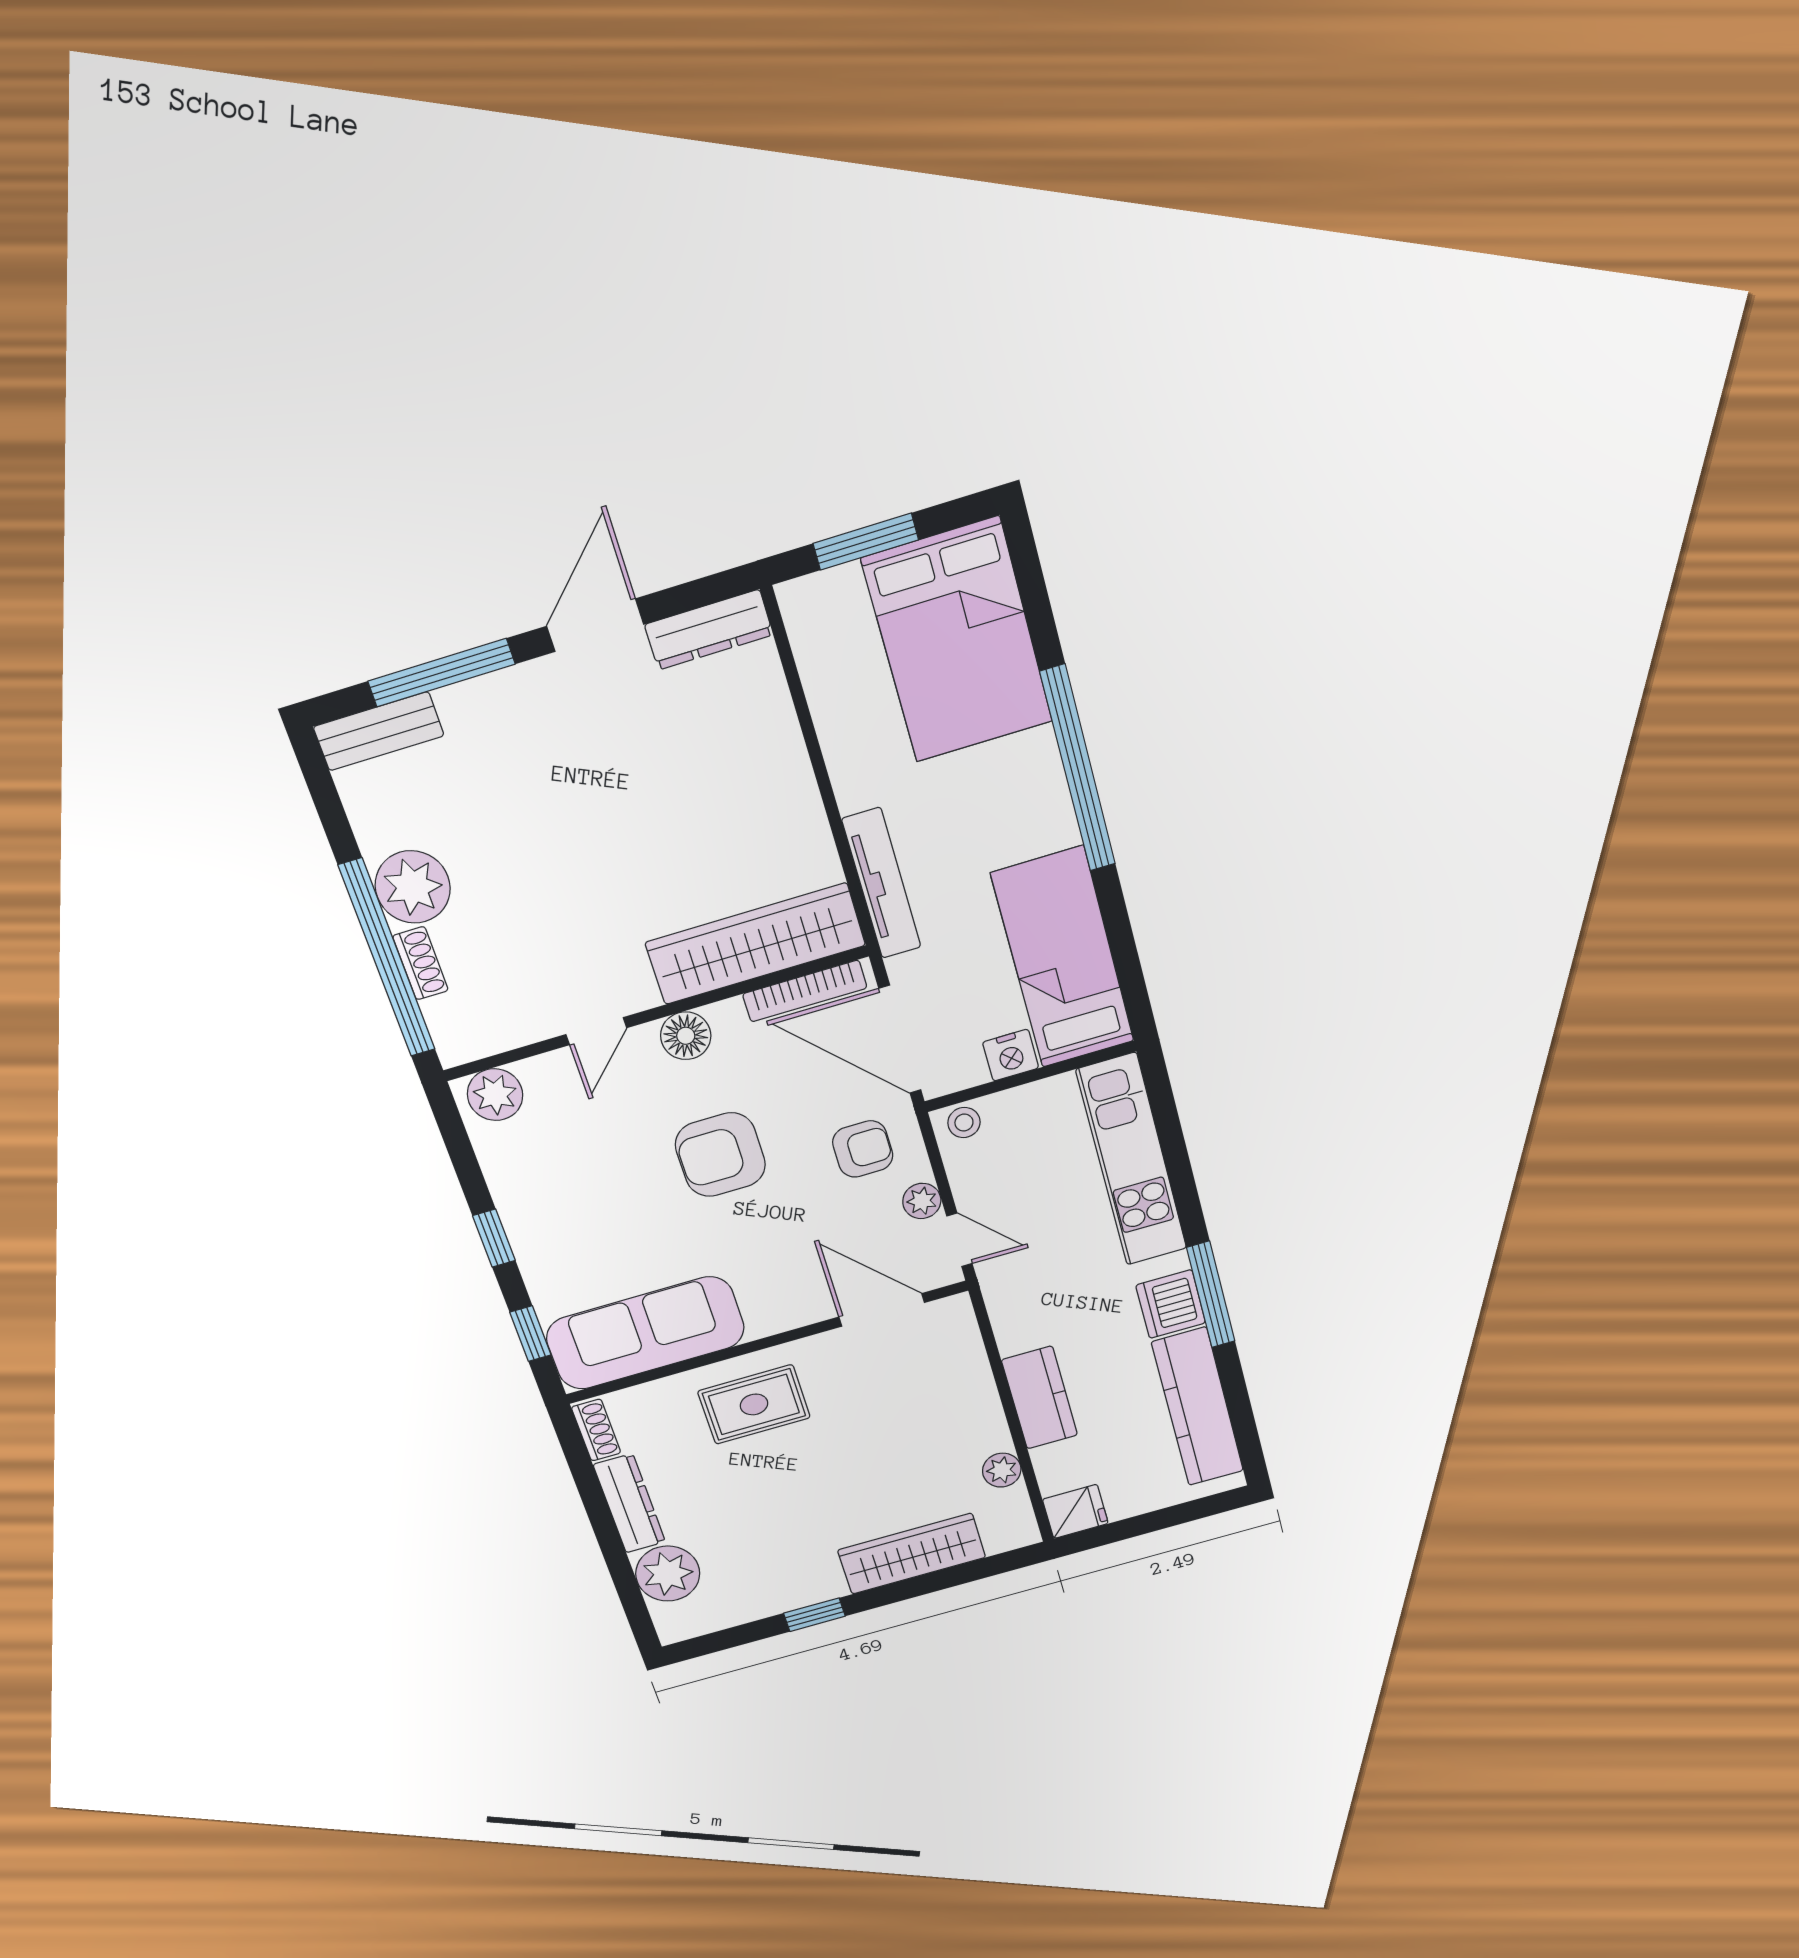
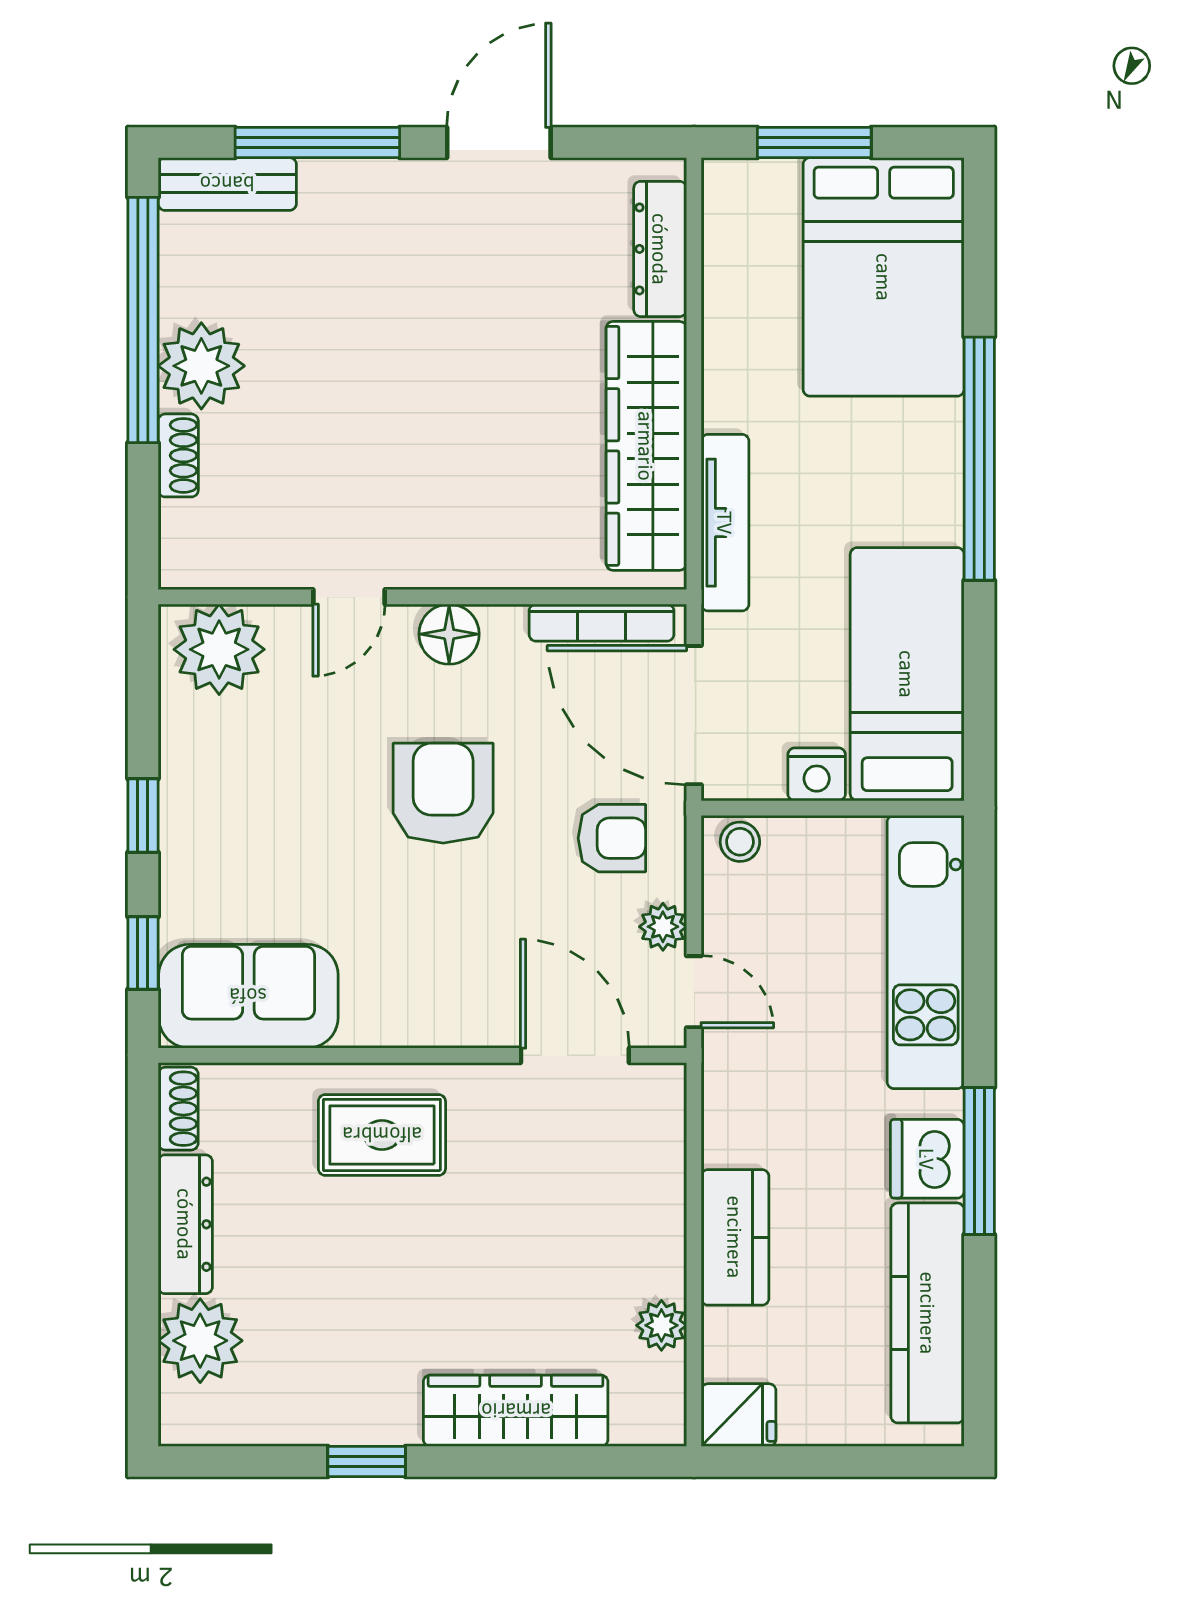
dresser: (709, 630) -> (660, 249), moved, turned 90
wardrobe: (755, 944) -> (646, 446), moved, turned -90
window: (387, 958) -> (143, 320), moved
plant: (495, 1095) -> (219, 649), width x1.36, depth x1.36
armchair: (720, 1155) -> (443, 793), turned 90
sofa: (645, 1333) -> (248, 996), width x0.73

